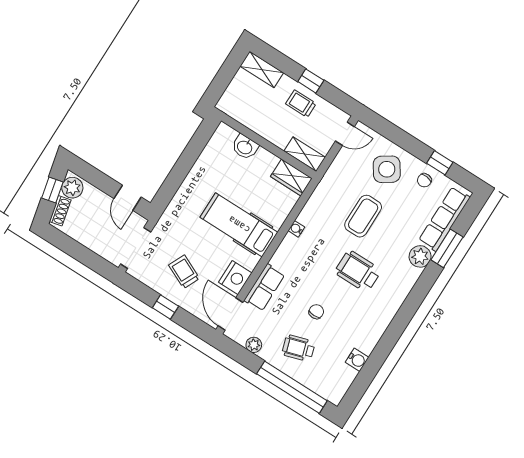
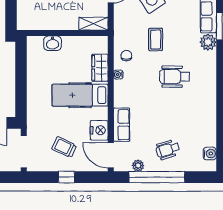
wardrobe: (291, 177) -> (100, 68), moved, turned 90
coffee table: (363, 216) -> (156, 39), width x0.73, depth x0.77
chair: (316, 312) -> (126, 56), moved
water cooler: (357, 360) -> (210, 154), moved
window: (292, 387) -> (157, 177), moved

